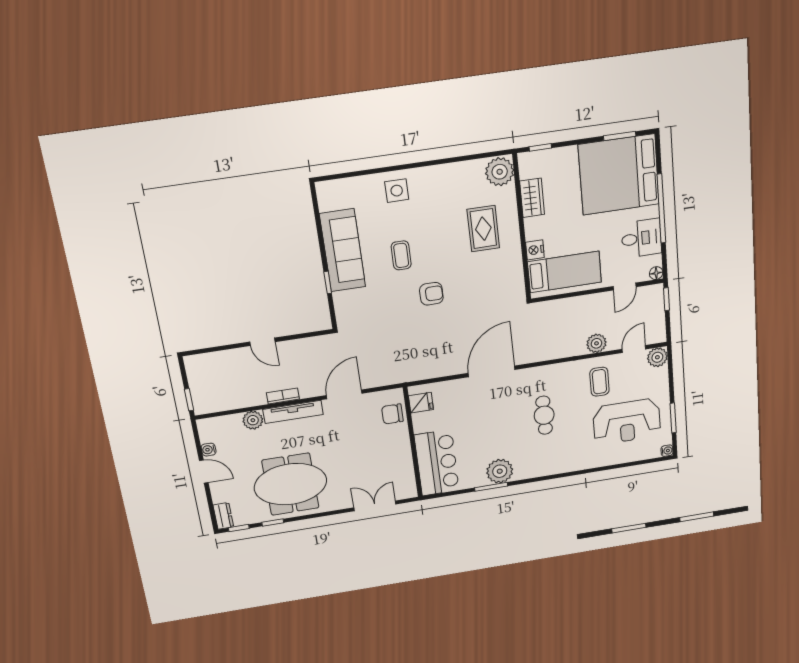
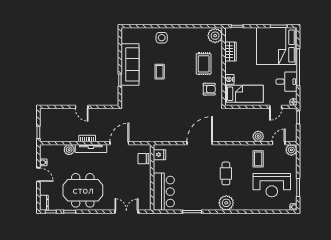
armchair: (431, 294) -> (209, 89), moved
plant: (500, 471) -> (226, 203), moved

